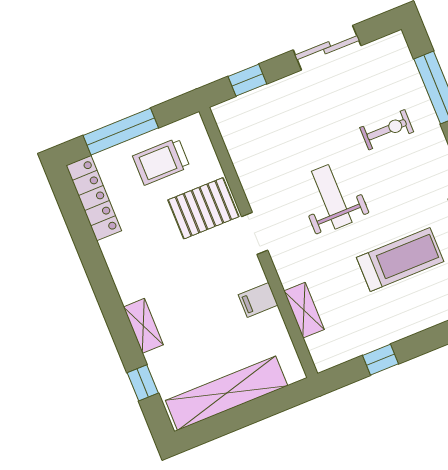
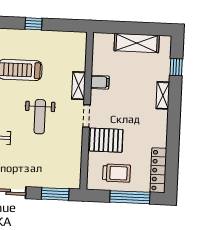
window: (247, 80) -> (55, 194), width x1.50
shelving: (304, 310) -> (79, 86), moved
window: (381, 360) -> (33, 24), moved
shelving: (227, 393) -> (137, 43), width x0.68

